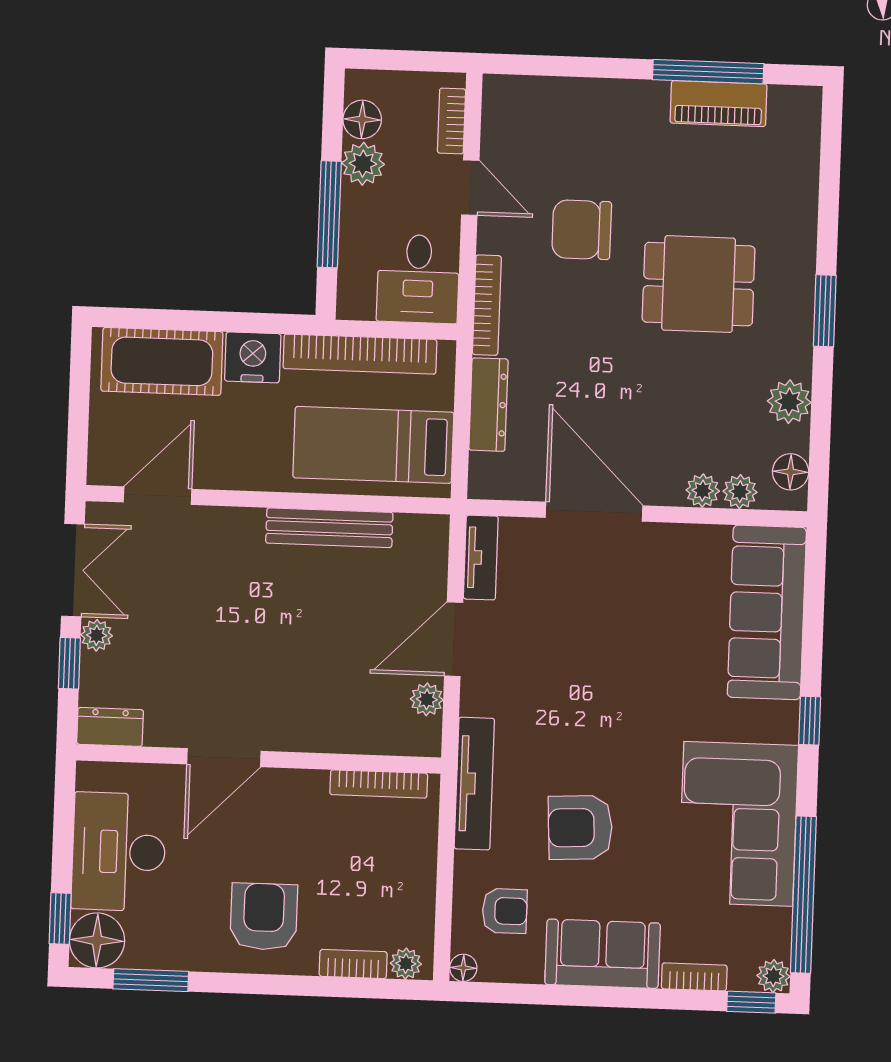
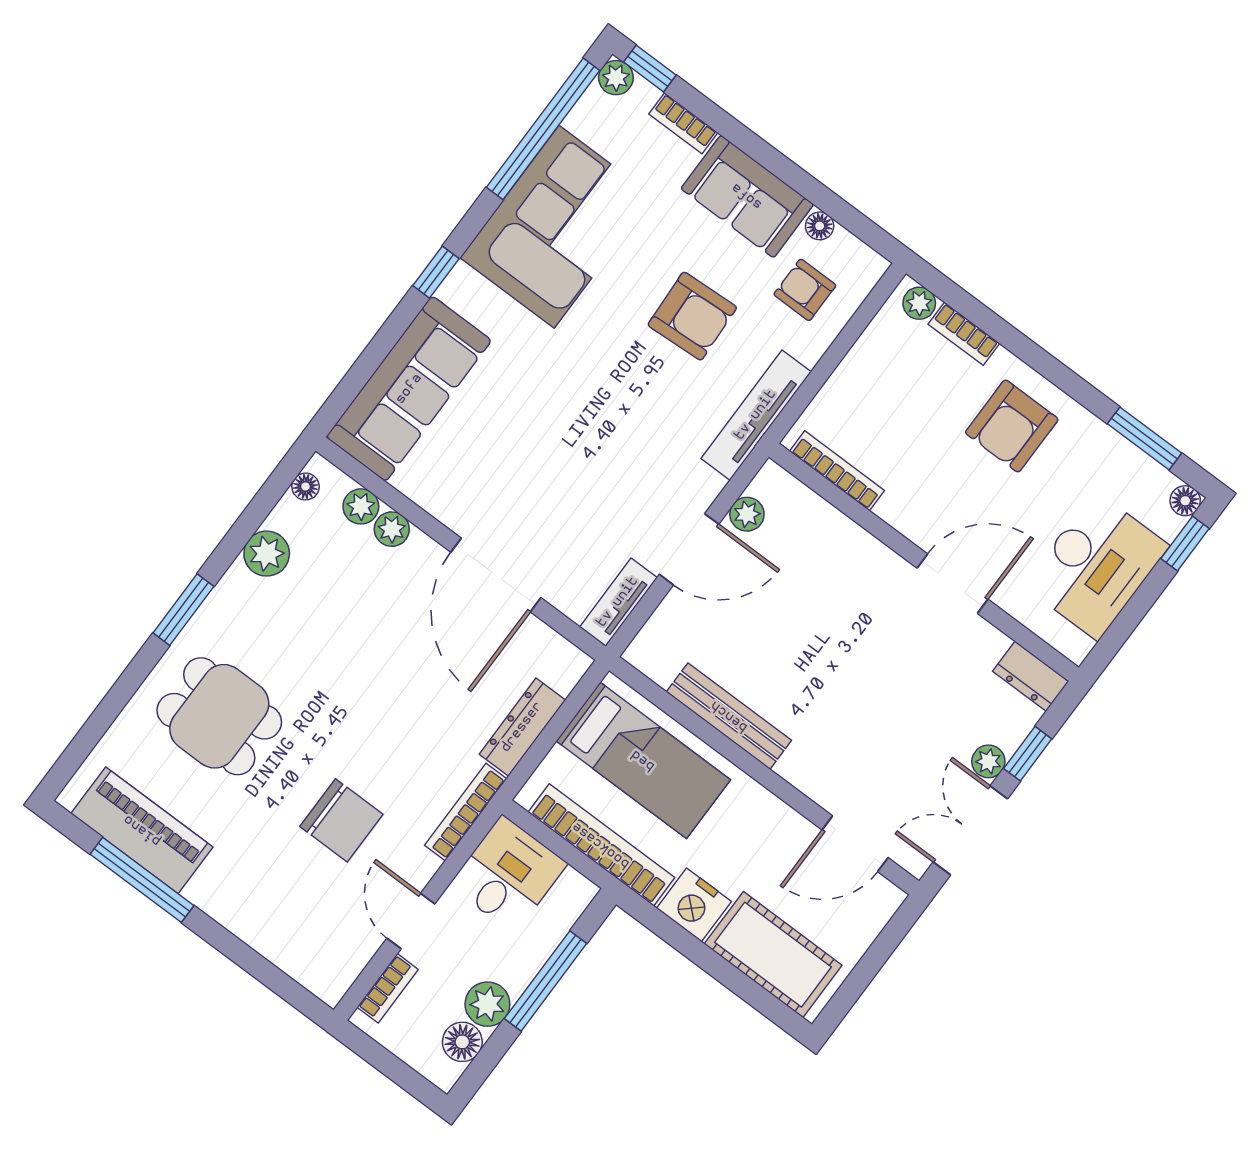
piano: (719, 104) -> (142, 830), width x1.37, depth x1.33
dining table: (699, 284) -> (219, 716), moved
floor lamp: (791, 472) -> (306, 487), width x0.73, depth x0.73
floor lamp: (97, 940) -> (1185, 501), width x0.53, depth x0.53
floor lamp: (463, 968) -> (820, 226), moved

